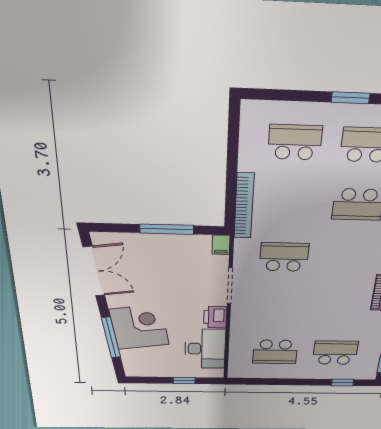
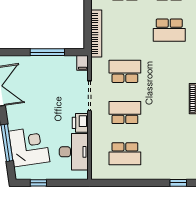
corner desk: (139, 327) -> (29, 146), moved
school desk: (335, 353) -> (125, 113), moved
window: (184, 381) -> (38, 183), moved

